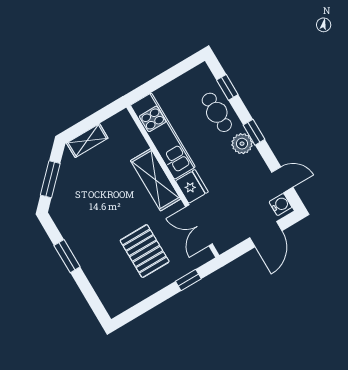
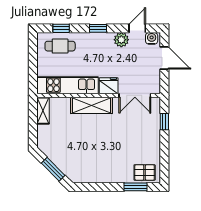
cafe table: (217, 112) -> (60, 46), moved
shelving: (87, 141) -> (43, 111), moved
plant: (242, 144) -> (121, 40), moved
pallet: (145, 251) -> (145, 172), moved, width x0.67, depth x0.71
window: (67, 256) -> (135, 187), moved

